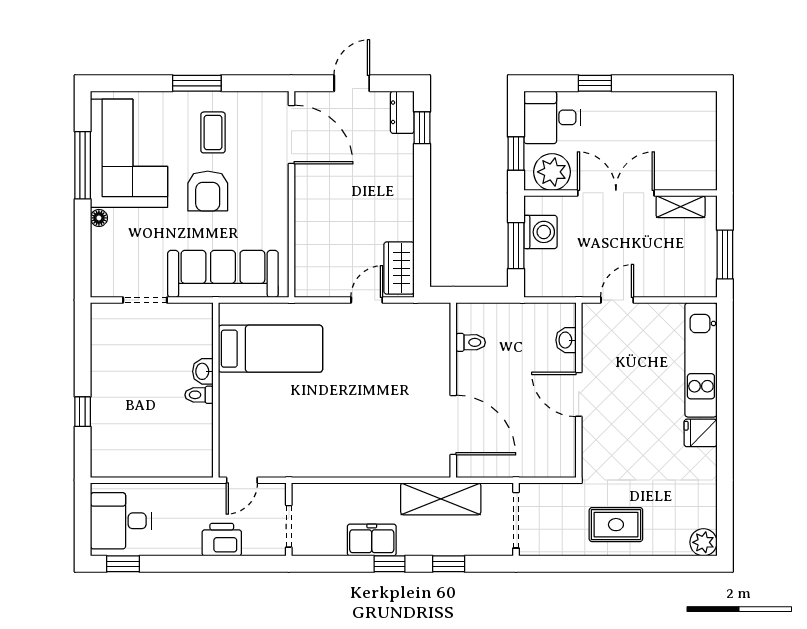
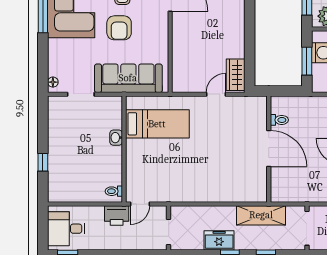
floor lamp: (99, 218) -> (53, 82), moved
toilet: (199, 395) -> (114, 191), moved
door: (453, 425) -> (269, 149), moved
printer: (222, 540) -> (117, 215), moved, turned 180

